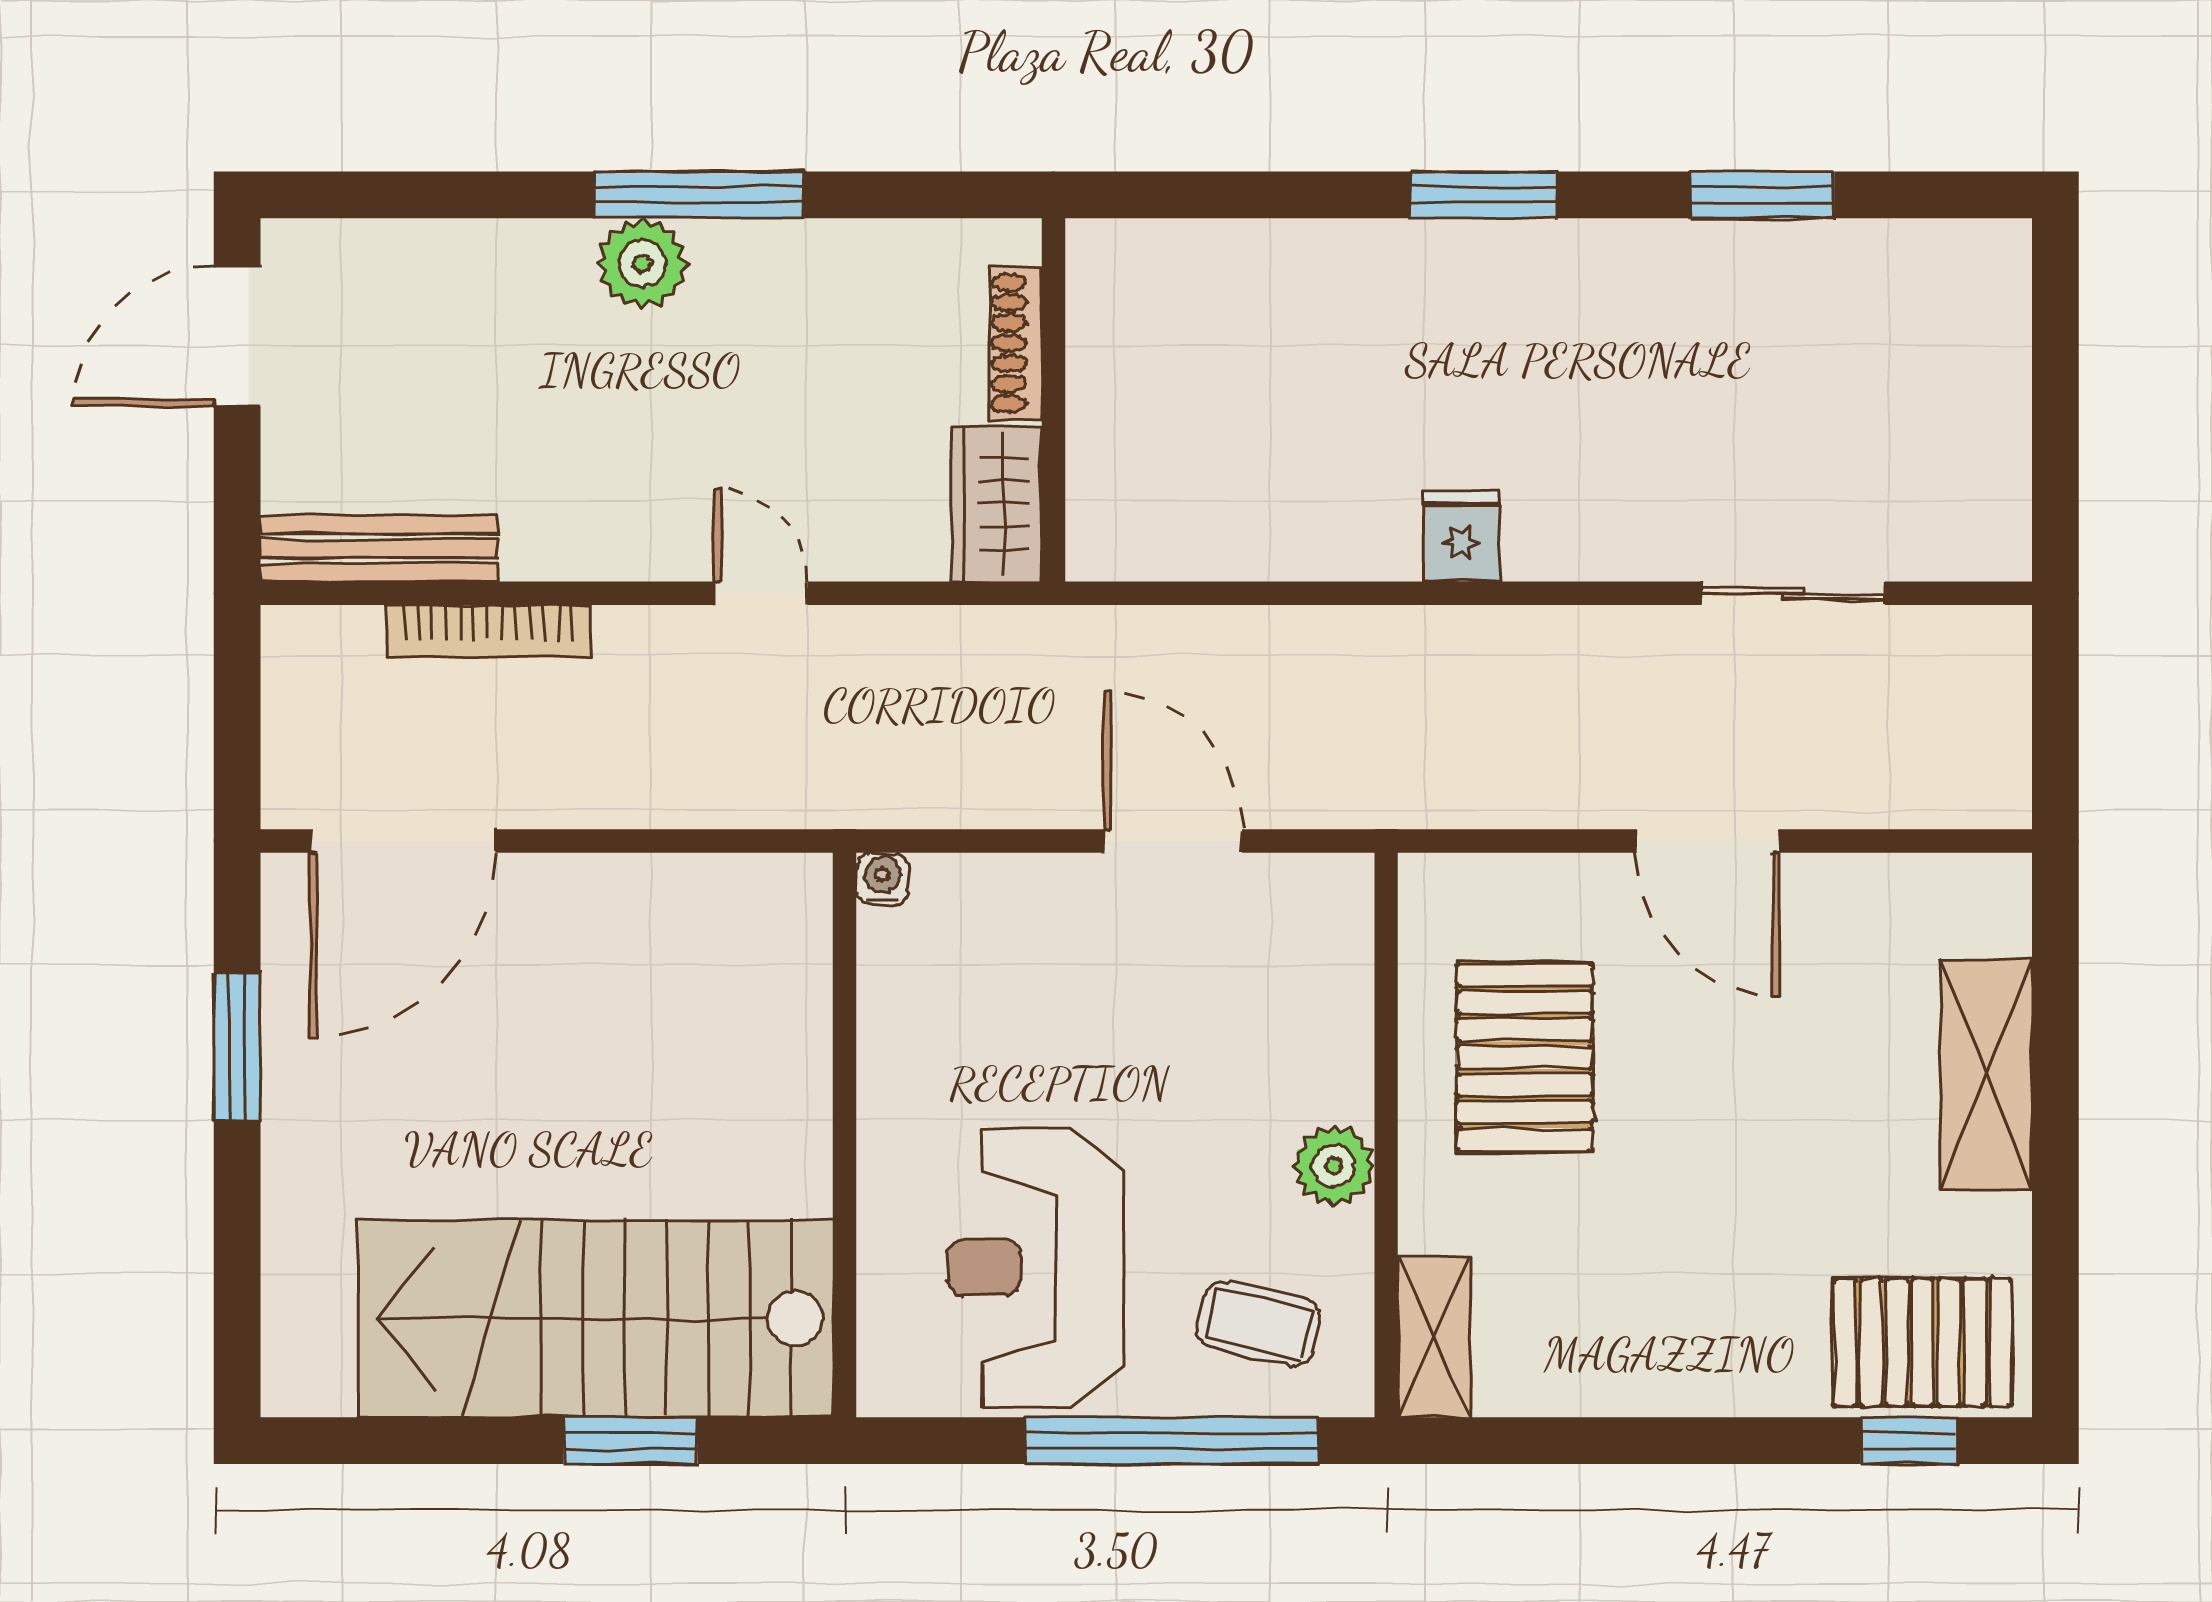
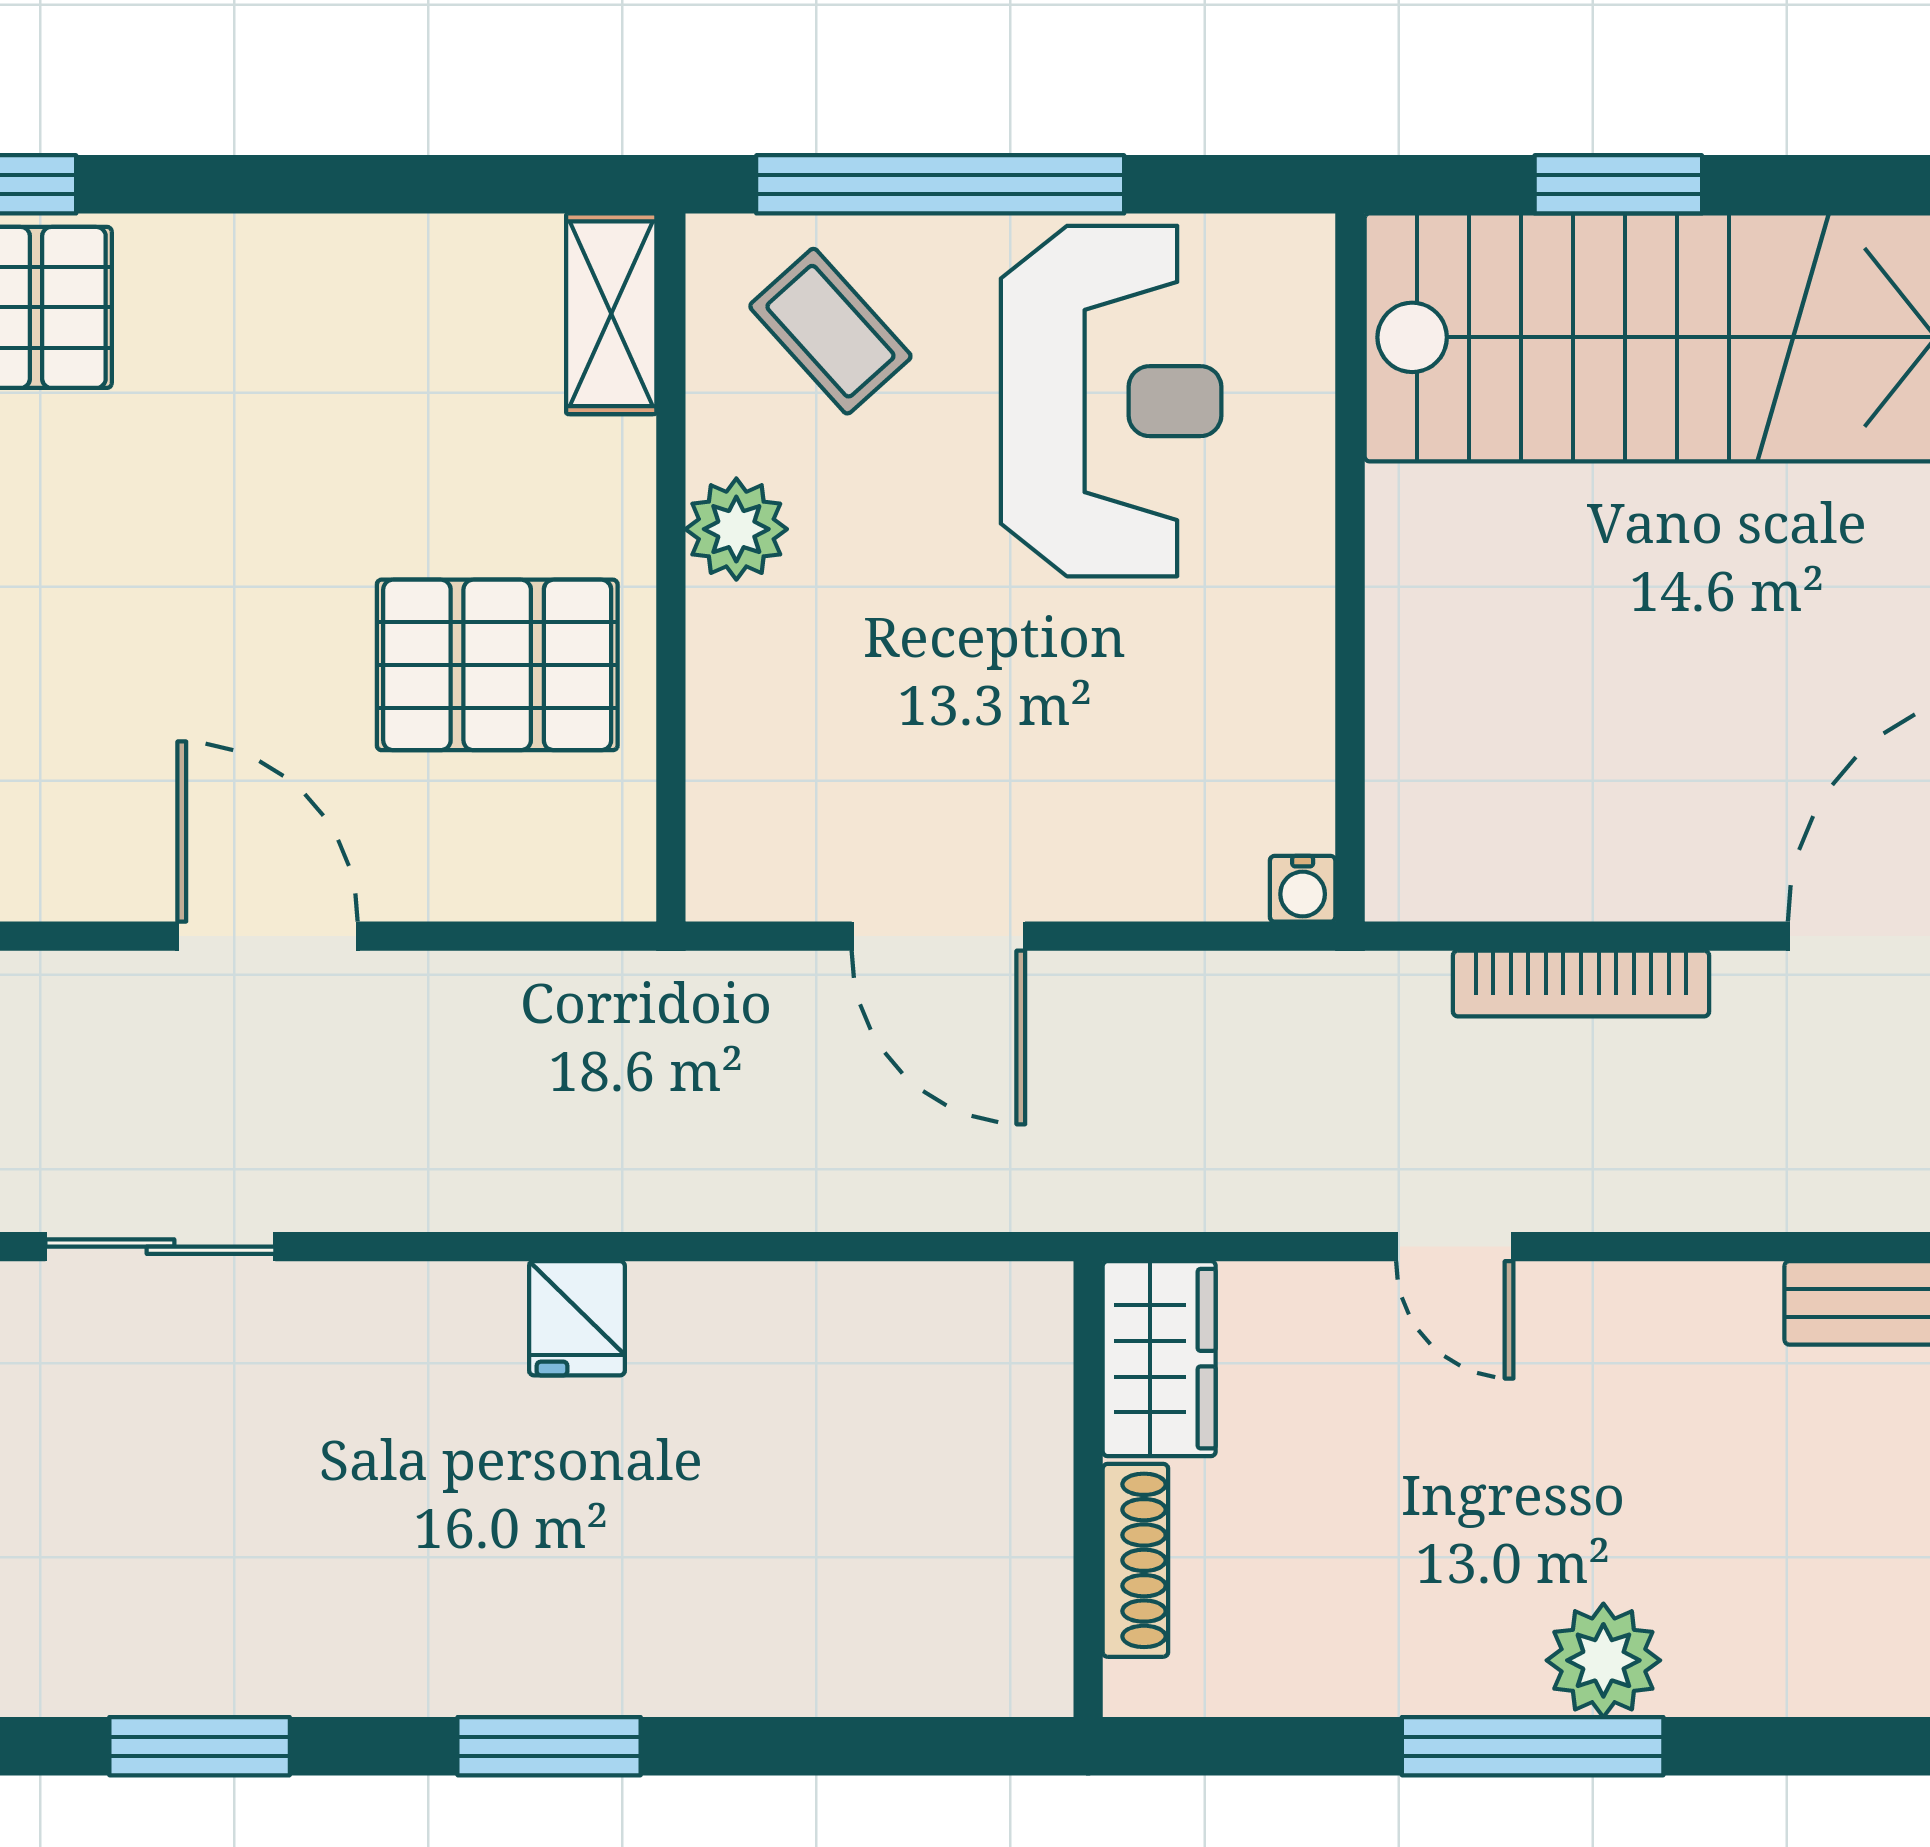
bookcase: (488, 631) -> (1581, 984), moved, turned 180
pallet: (1525, 1057) -> (497, 665), turned 90
coffee table: (1259, 1323) -> (830, 331), turned 35

